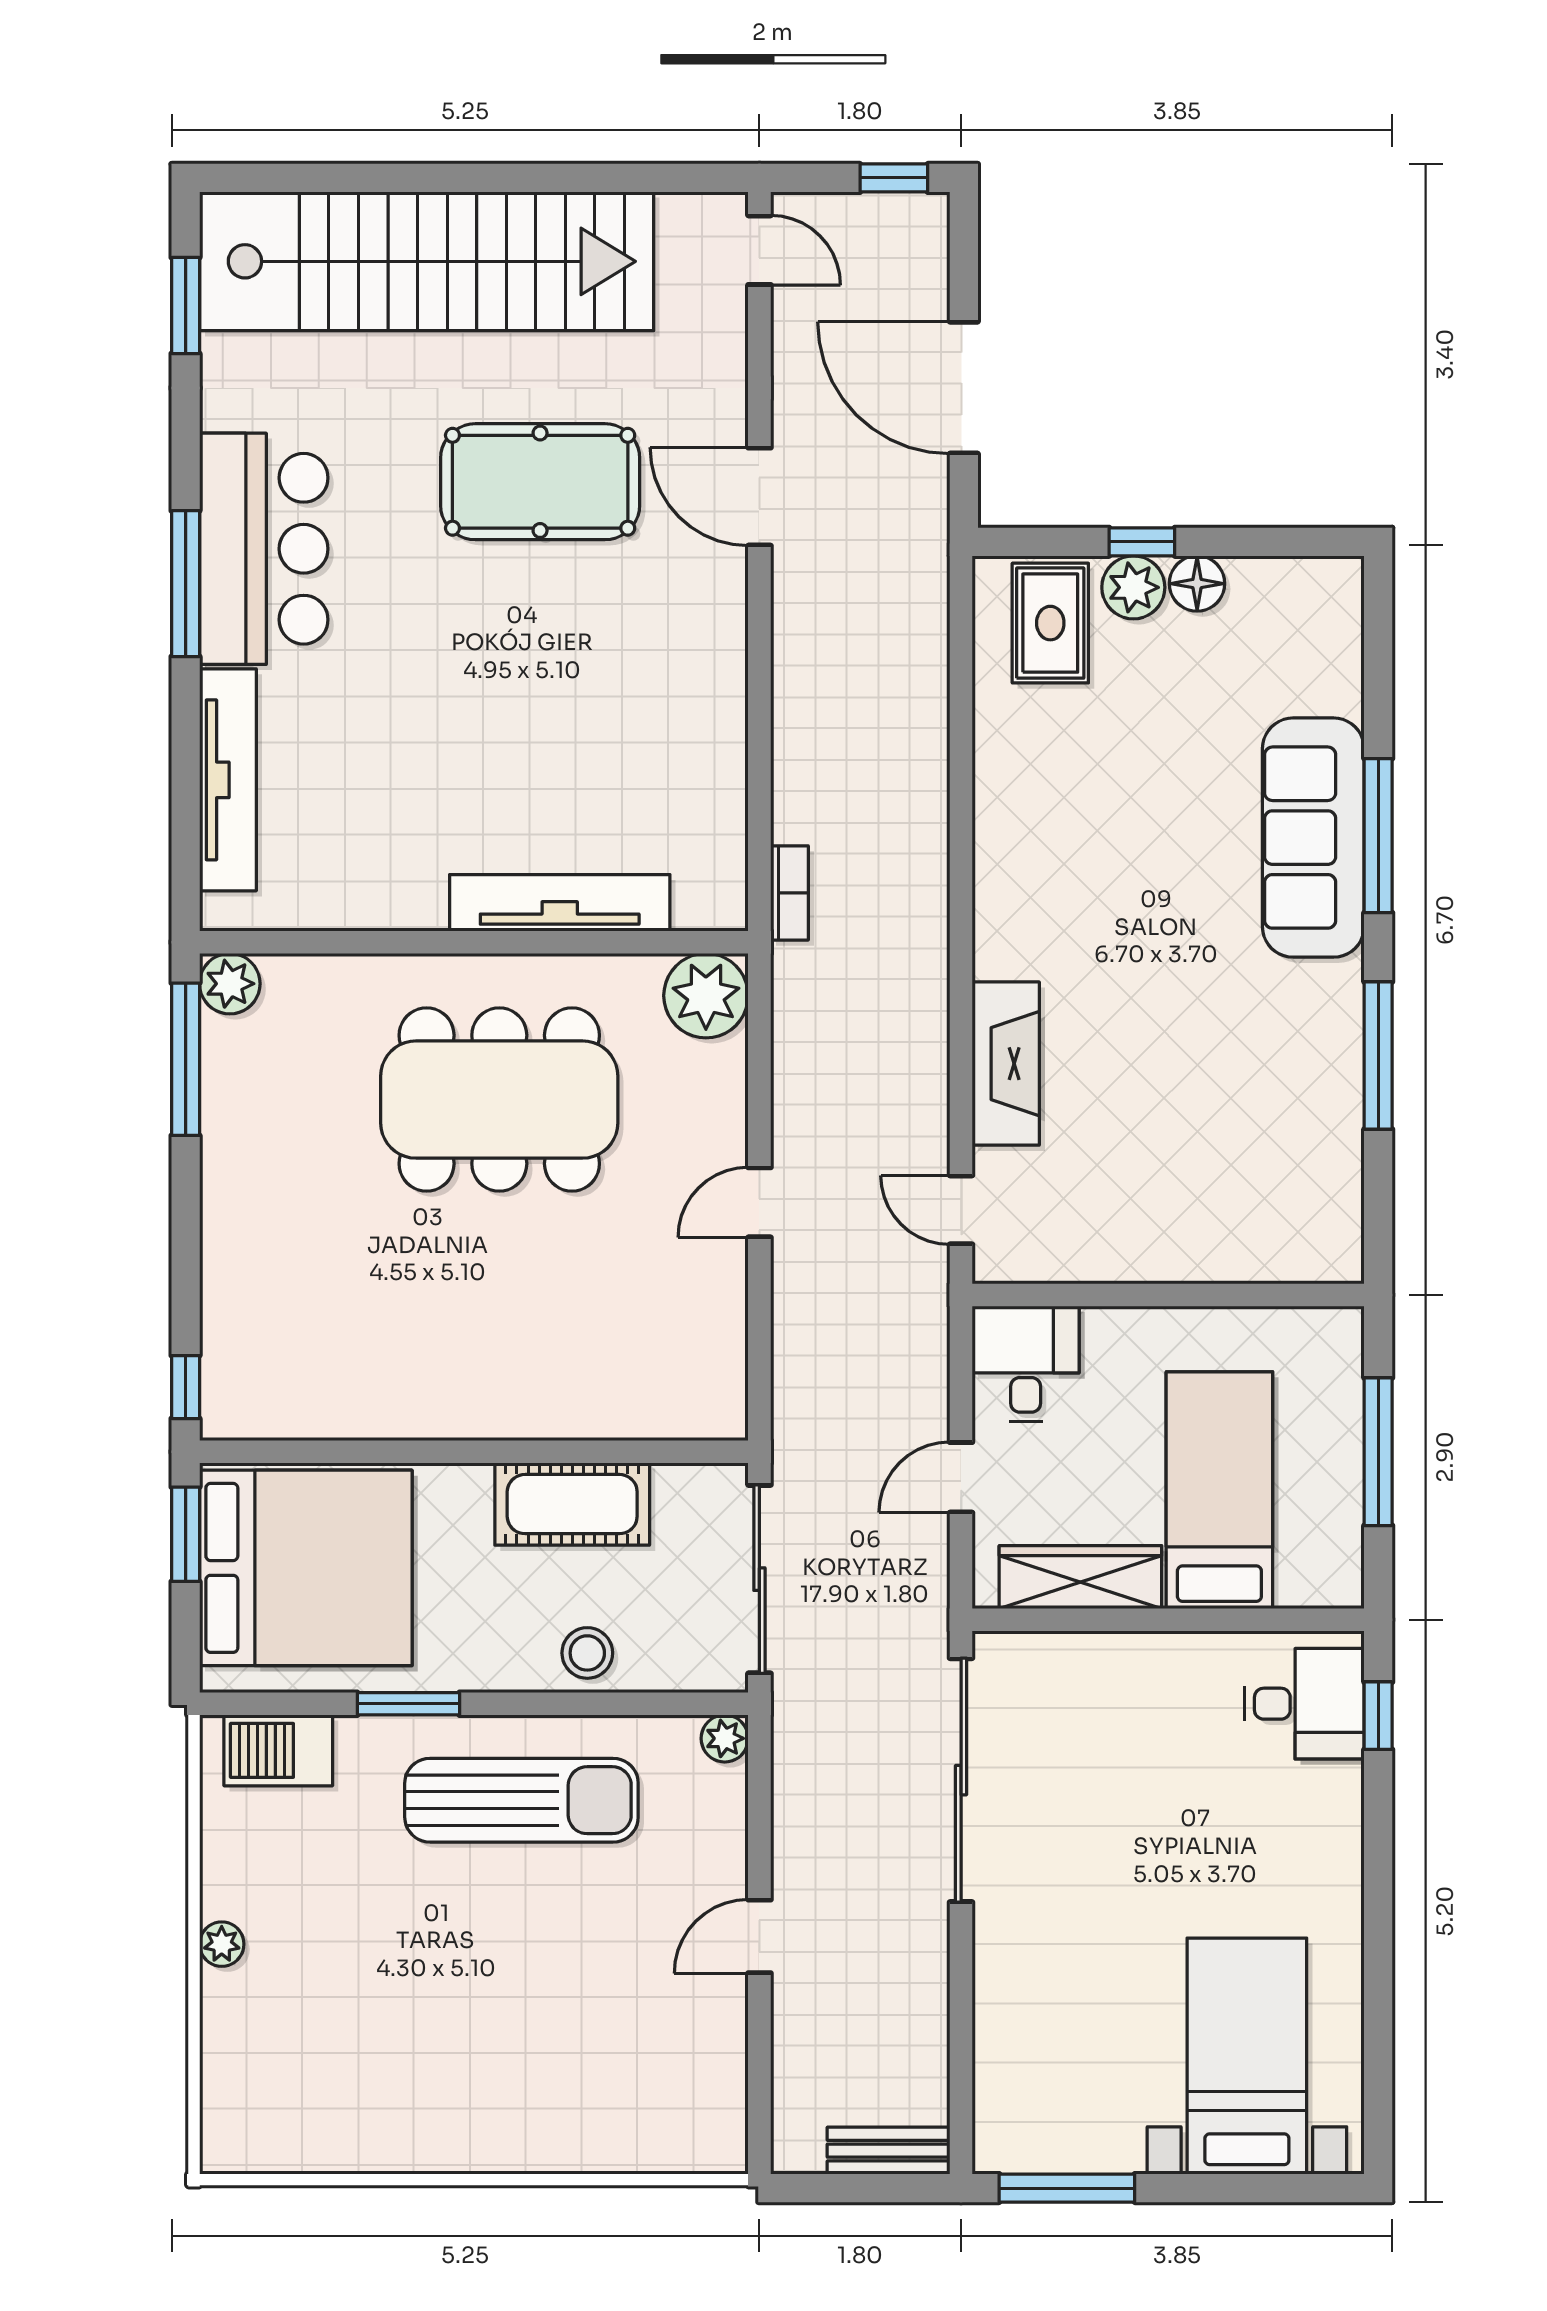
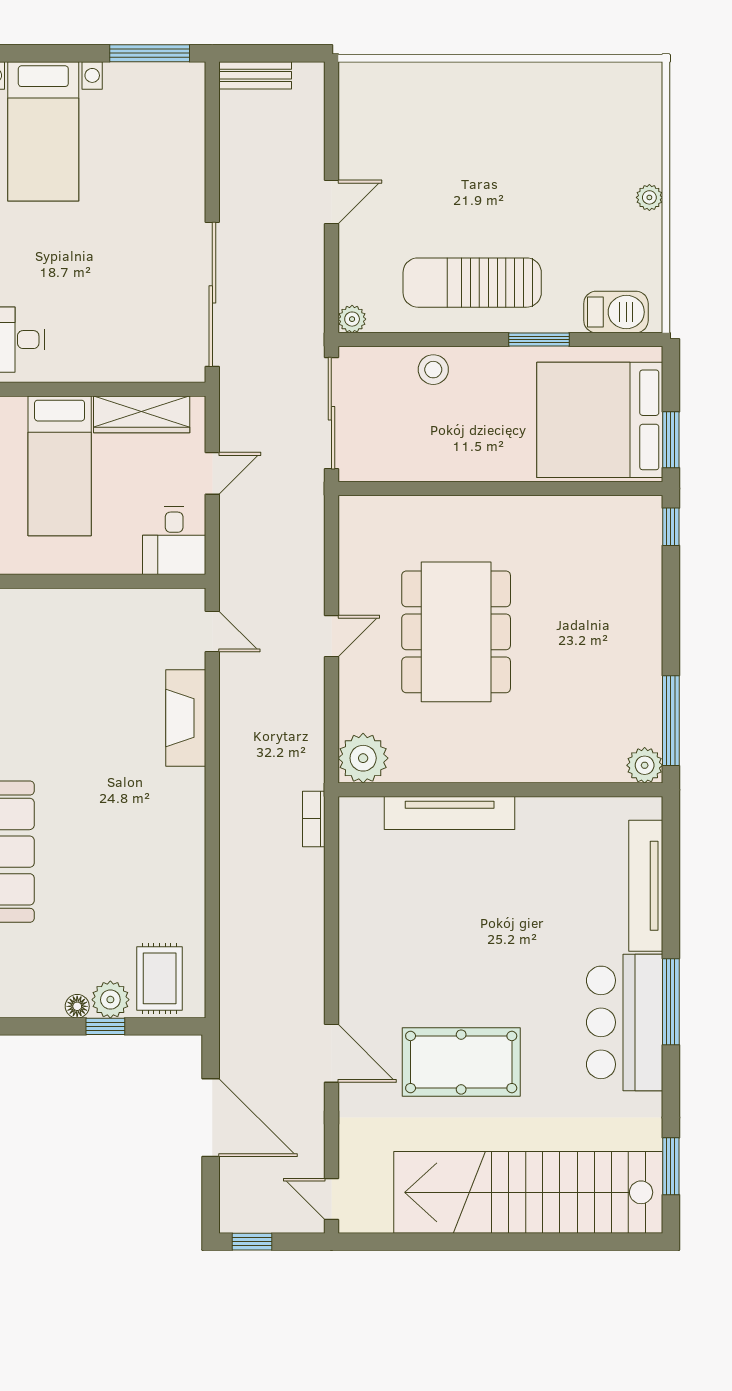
floor lamp: (1197, 584) -> (77, 1006), width x0.73, depth x0.73
dining table: (499, 1100) -> (456, 632), moved, turned 90
cot: (572, 1504) -> (442, 458), removed

